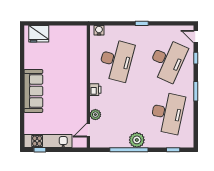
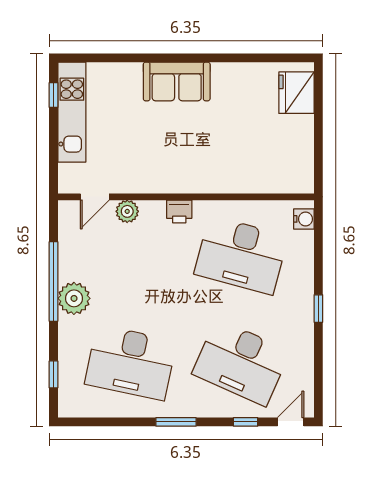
sofa: (33, 91) -> (177, 81), width x0.73
door: (88, 130) -> (95, 197), swing flipped

